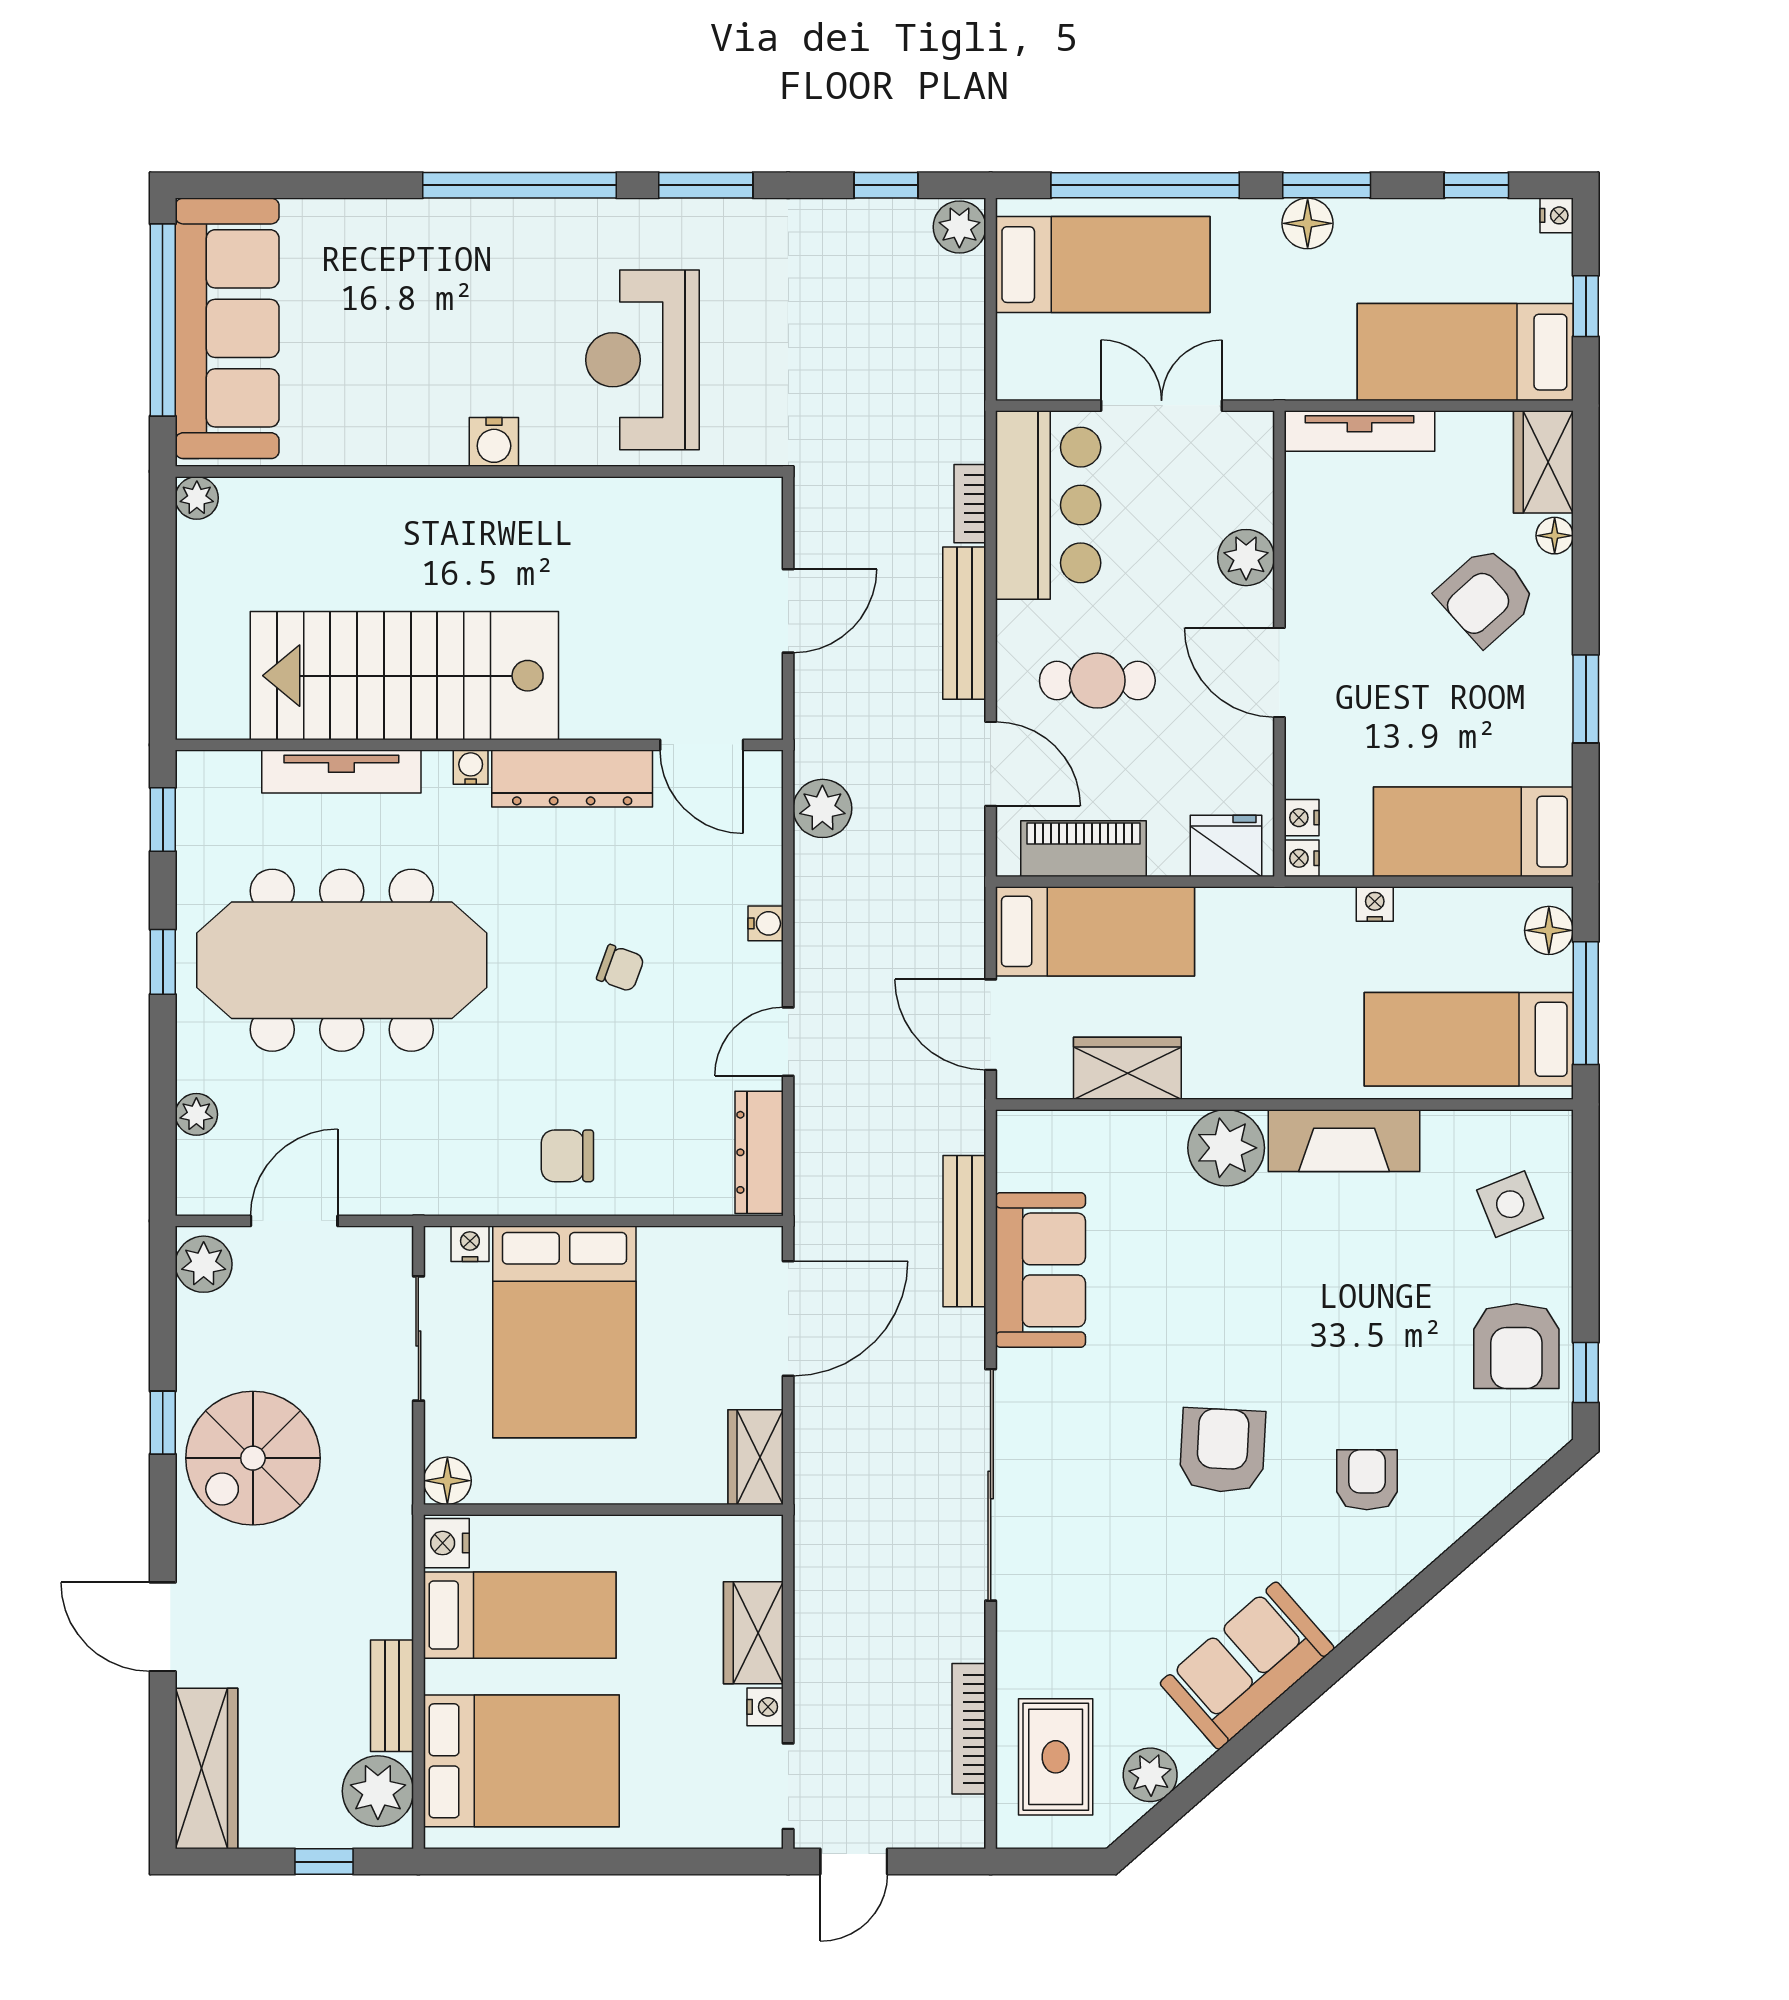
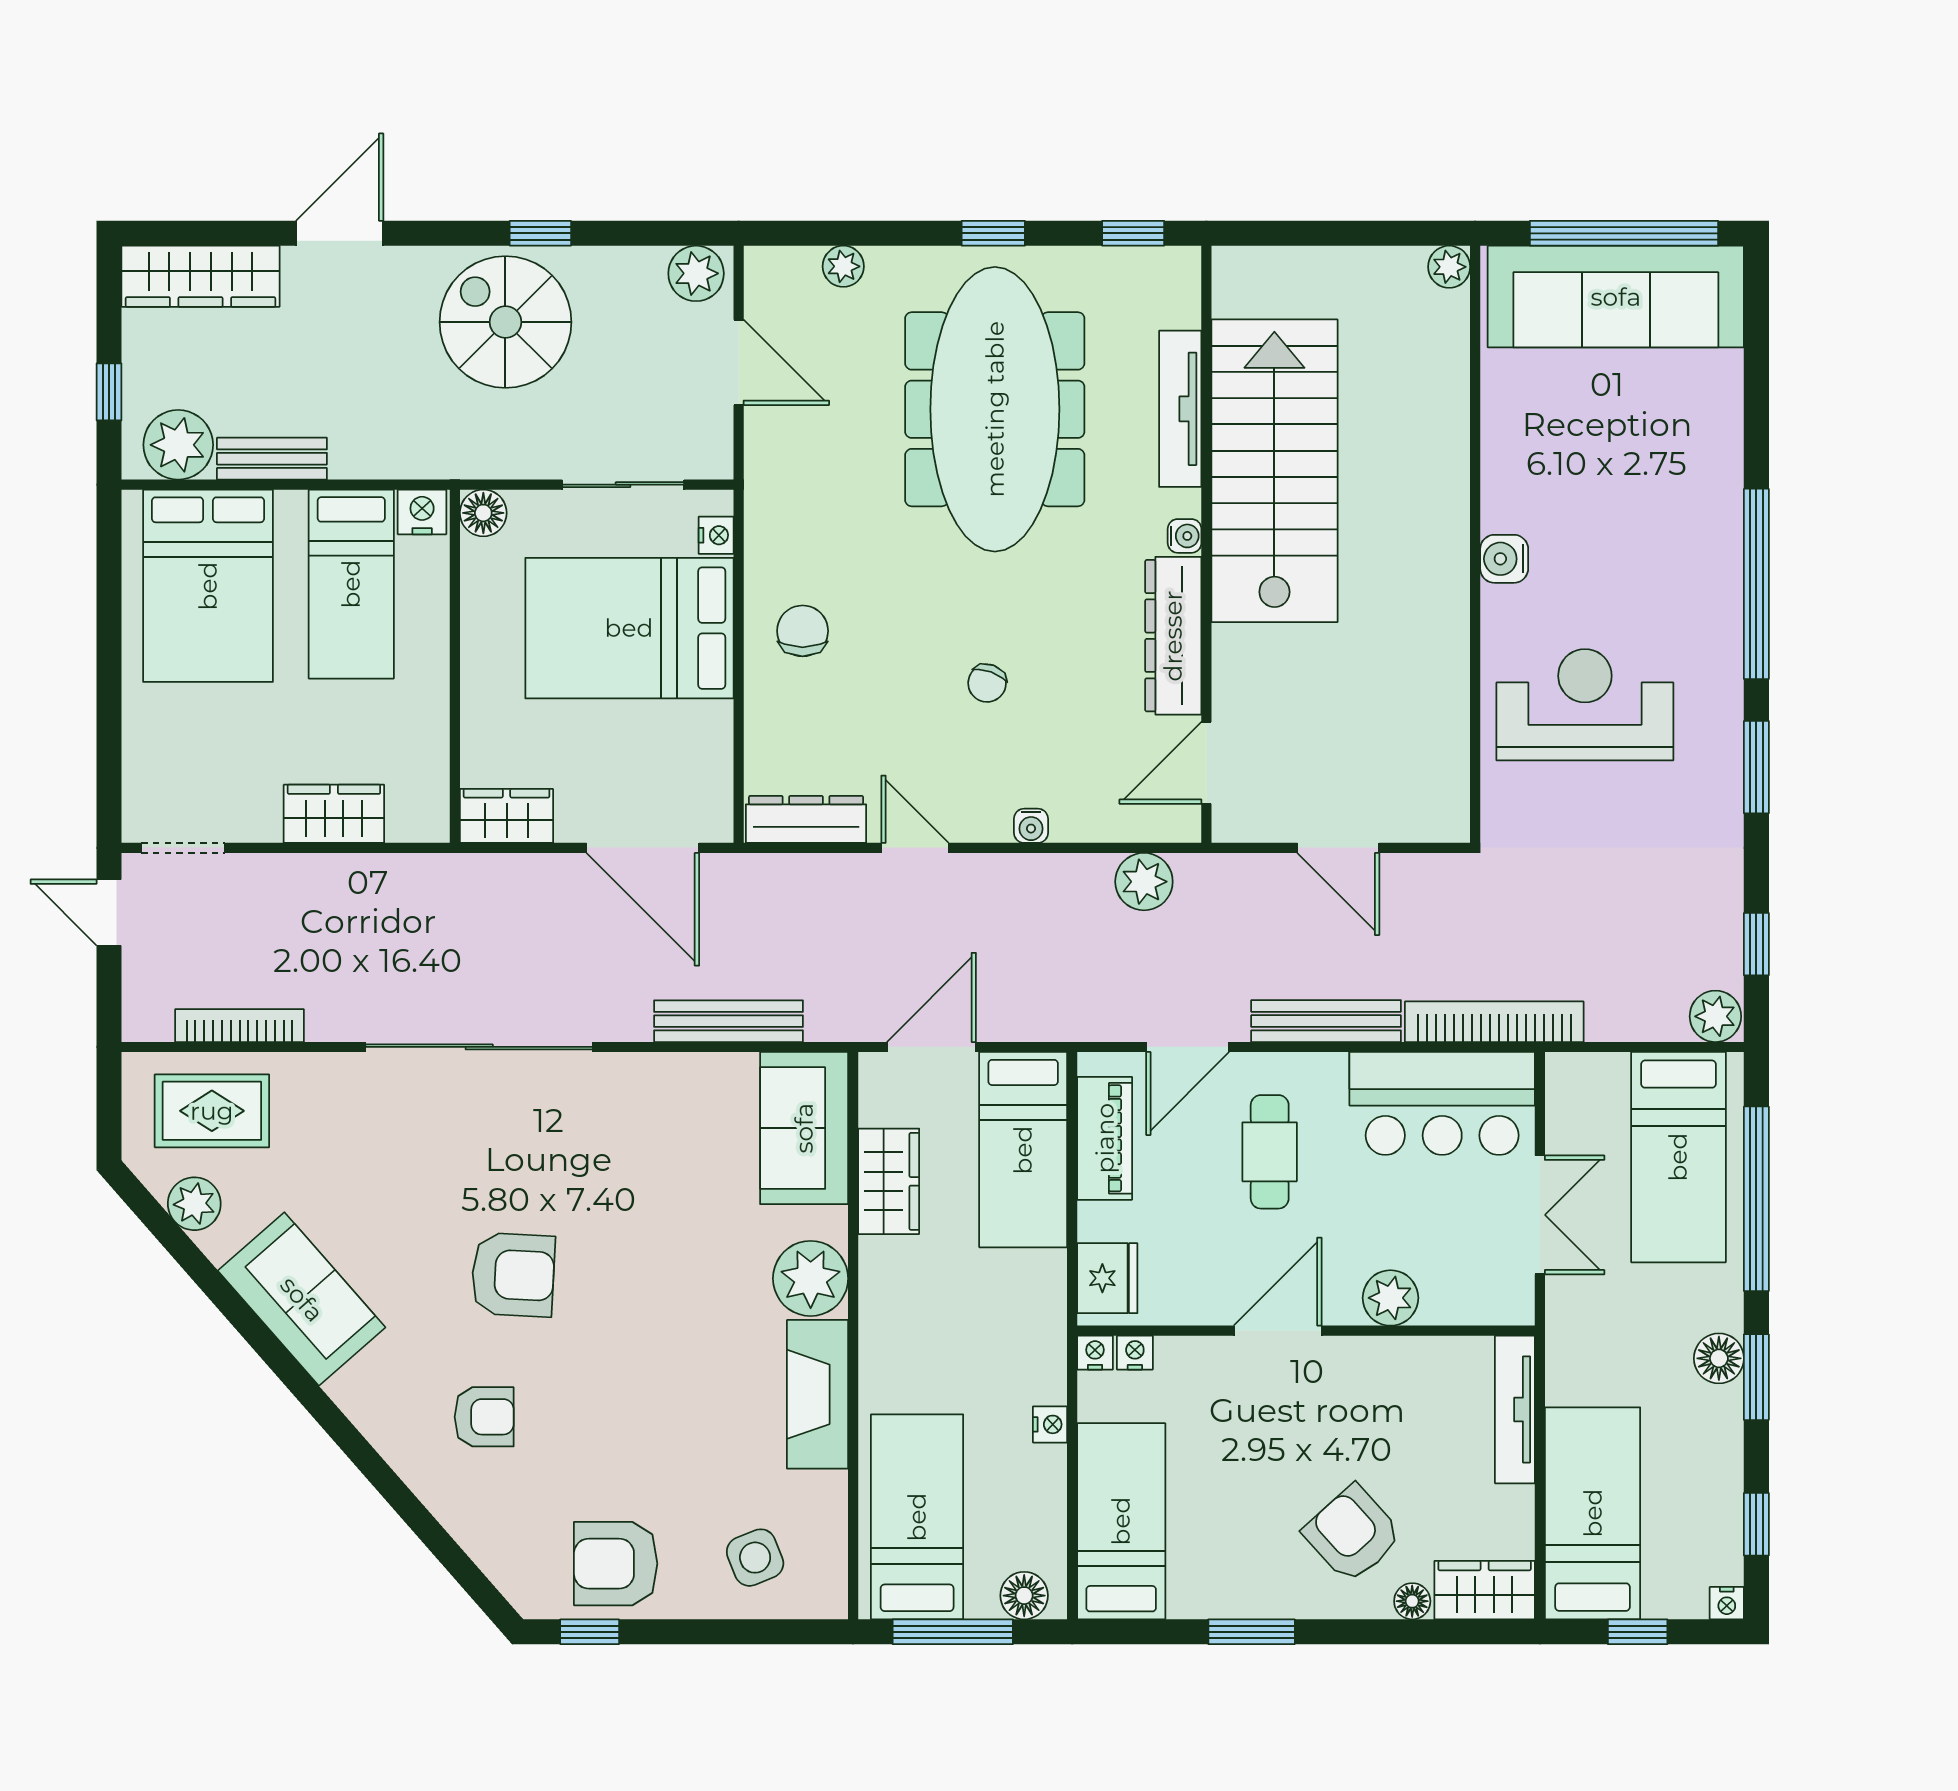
bookcase: (970, 504) -> (1494, 1022), width x2.31, depth x1.31
sofa: (1041, 1270) -> (804, 1128), moved, turned 90
nightstand: (765, 1707) -> (261, 825), removed

